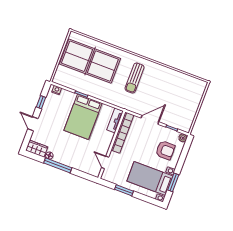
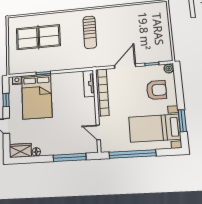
table tennis table: (90, 61) -> (38, 37), width x0.73, depth x0.76
bed: (83, 117) -> (37, 96), moved
window: (58, 165) -> (70, 157), moved
window: (124, 190) -> (132, 154), width x2.11

